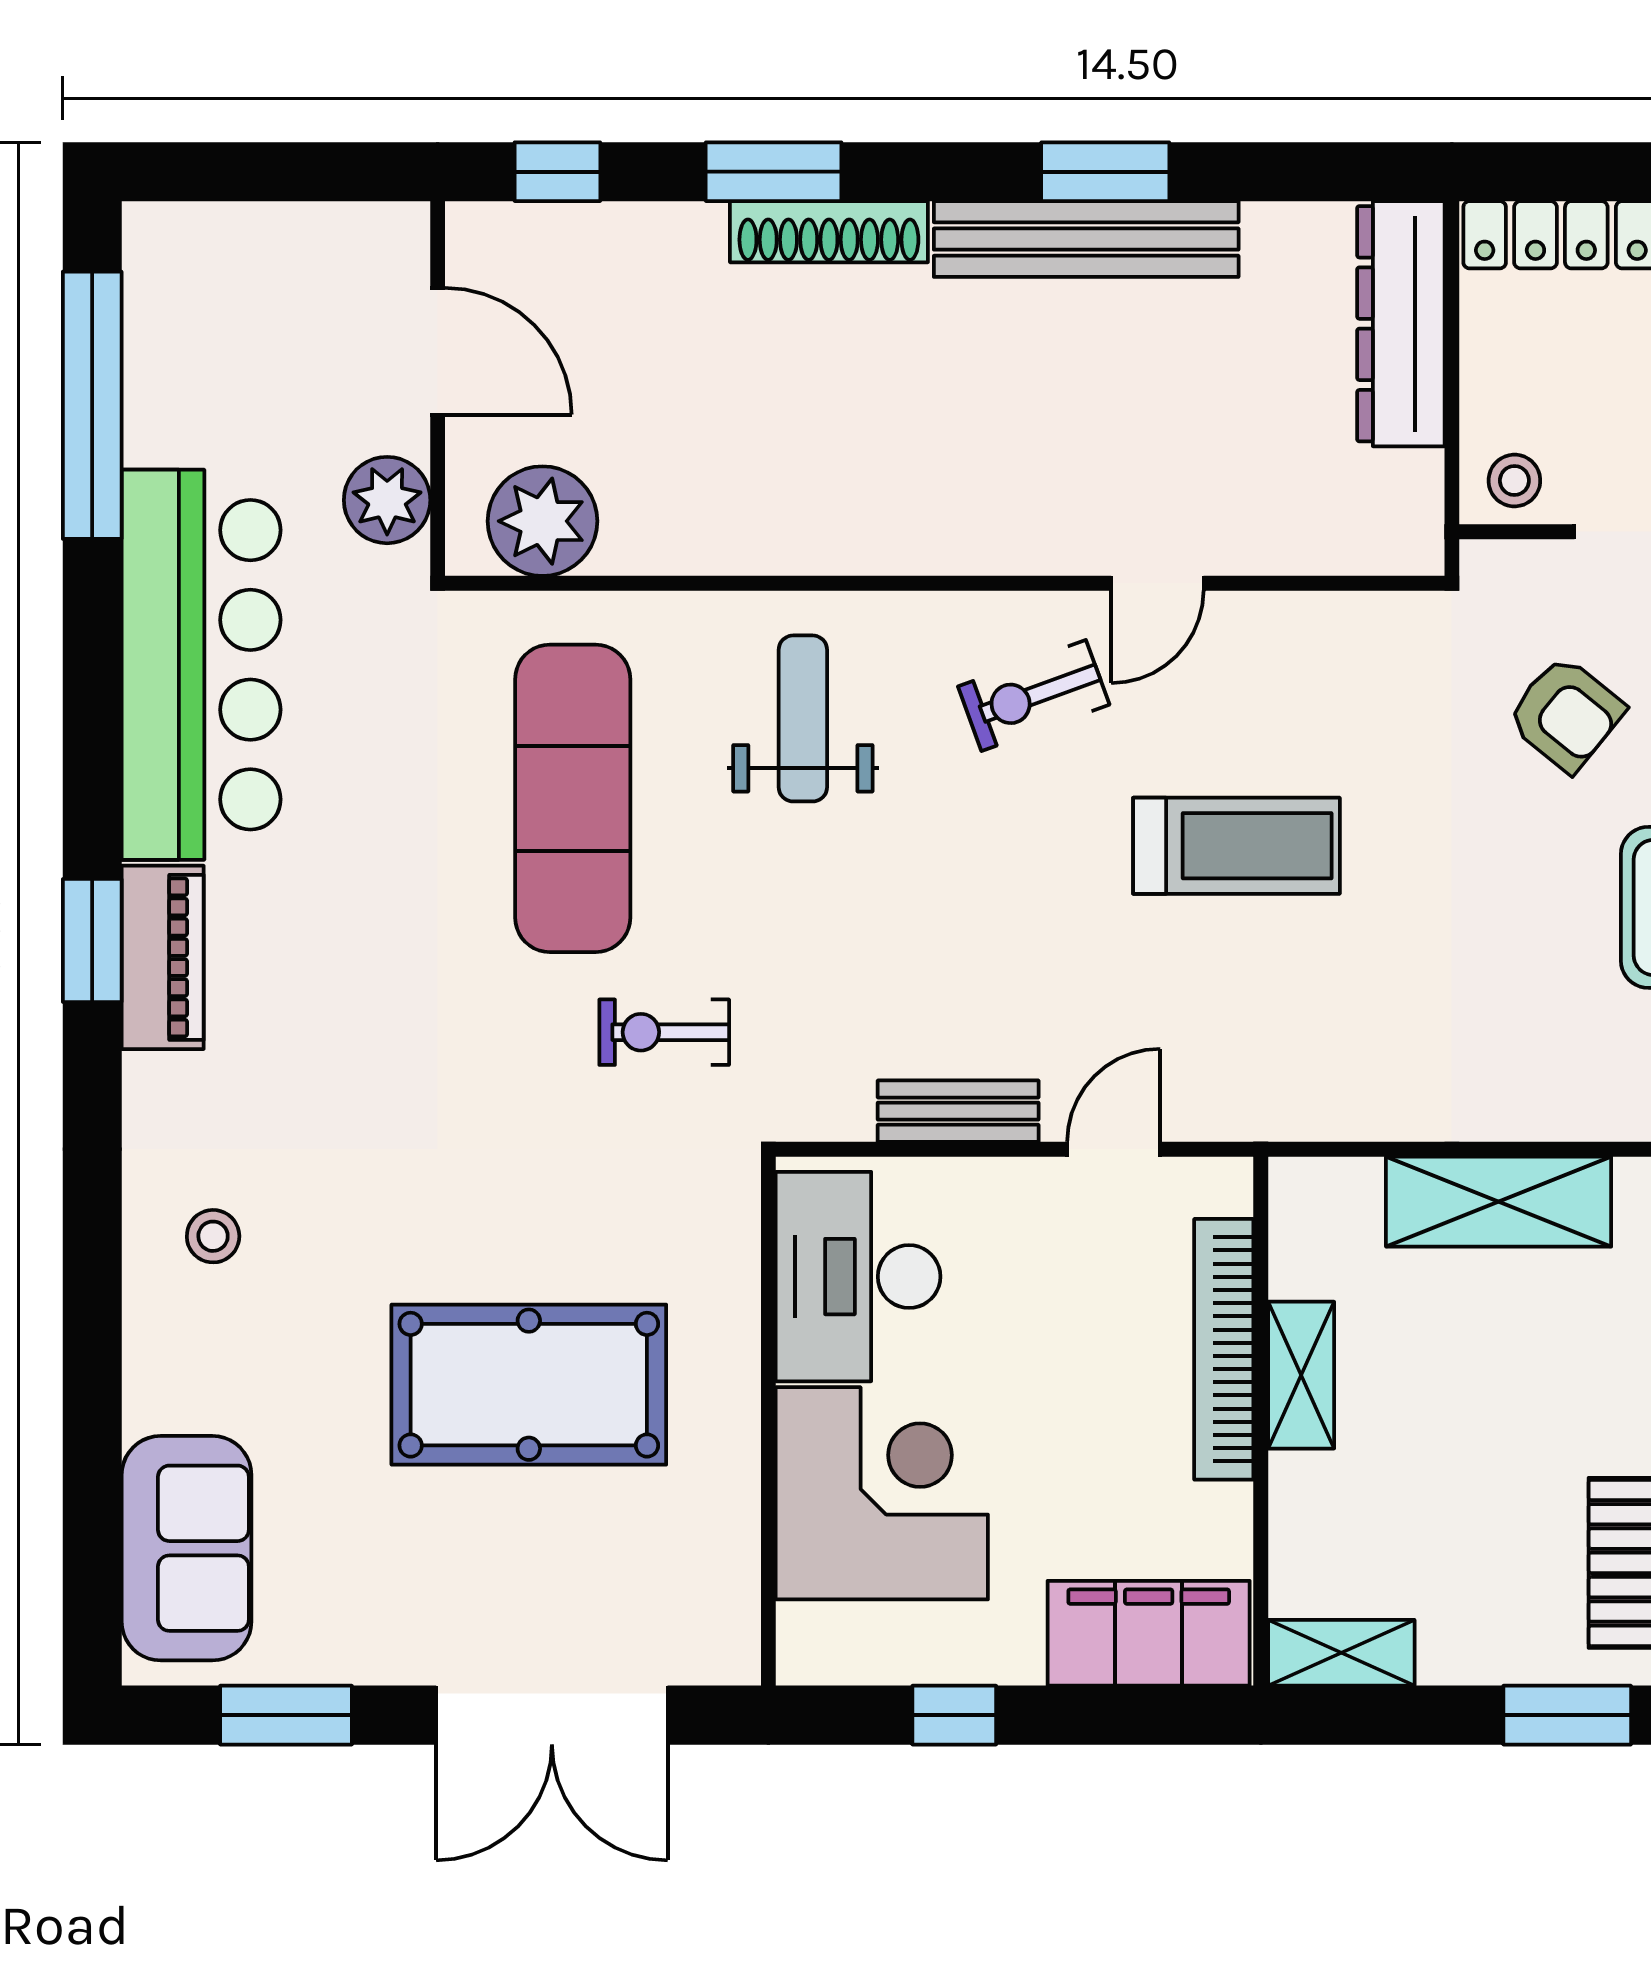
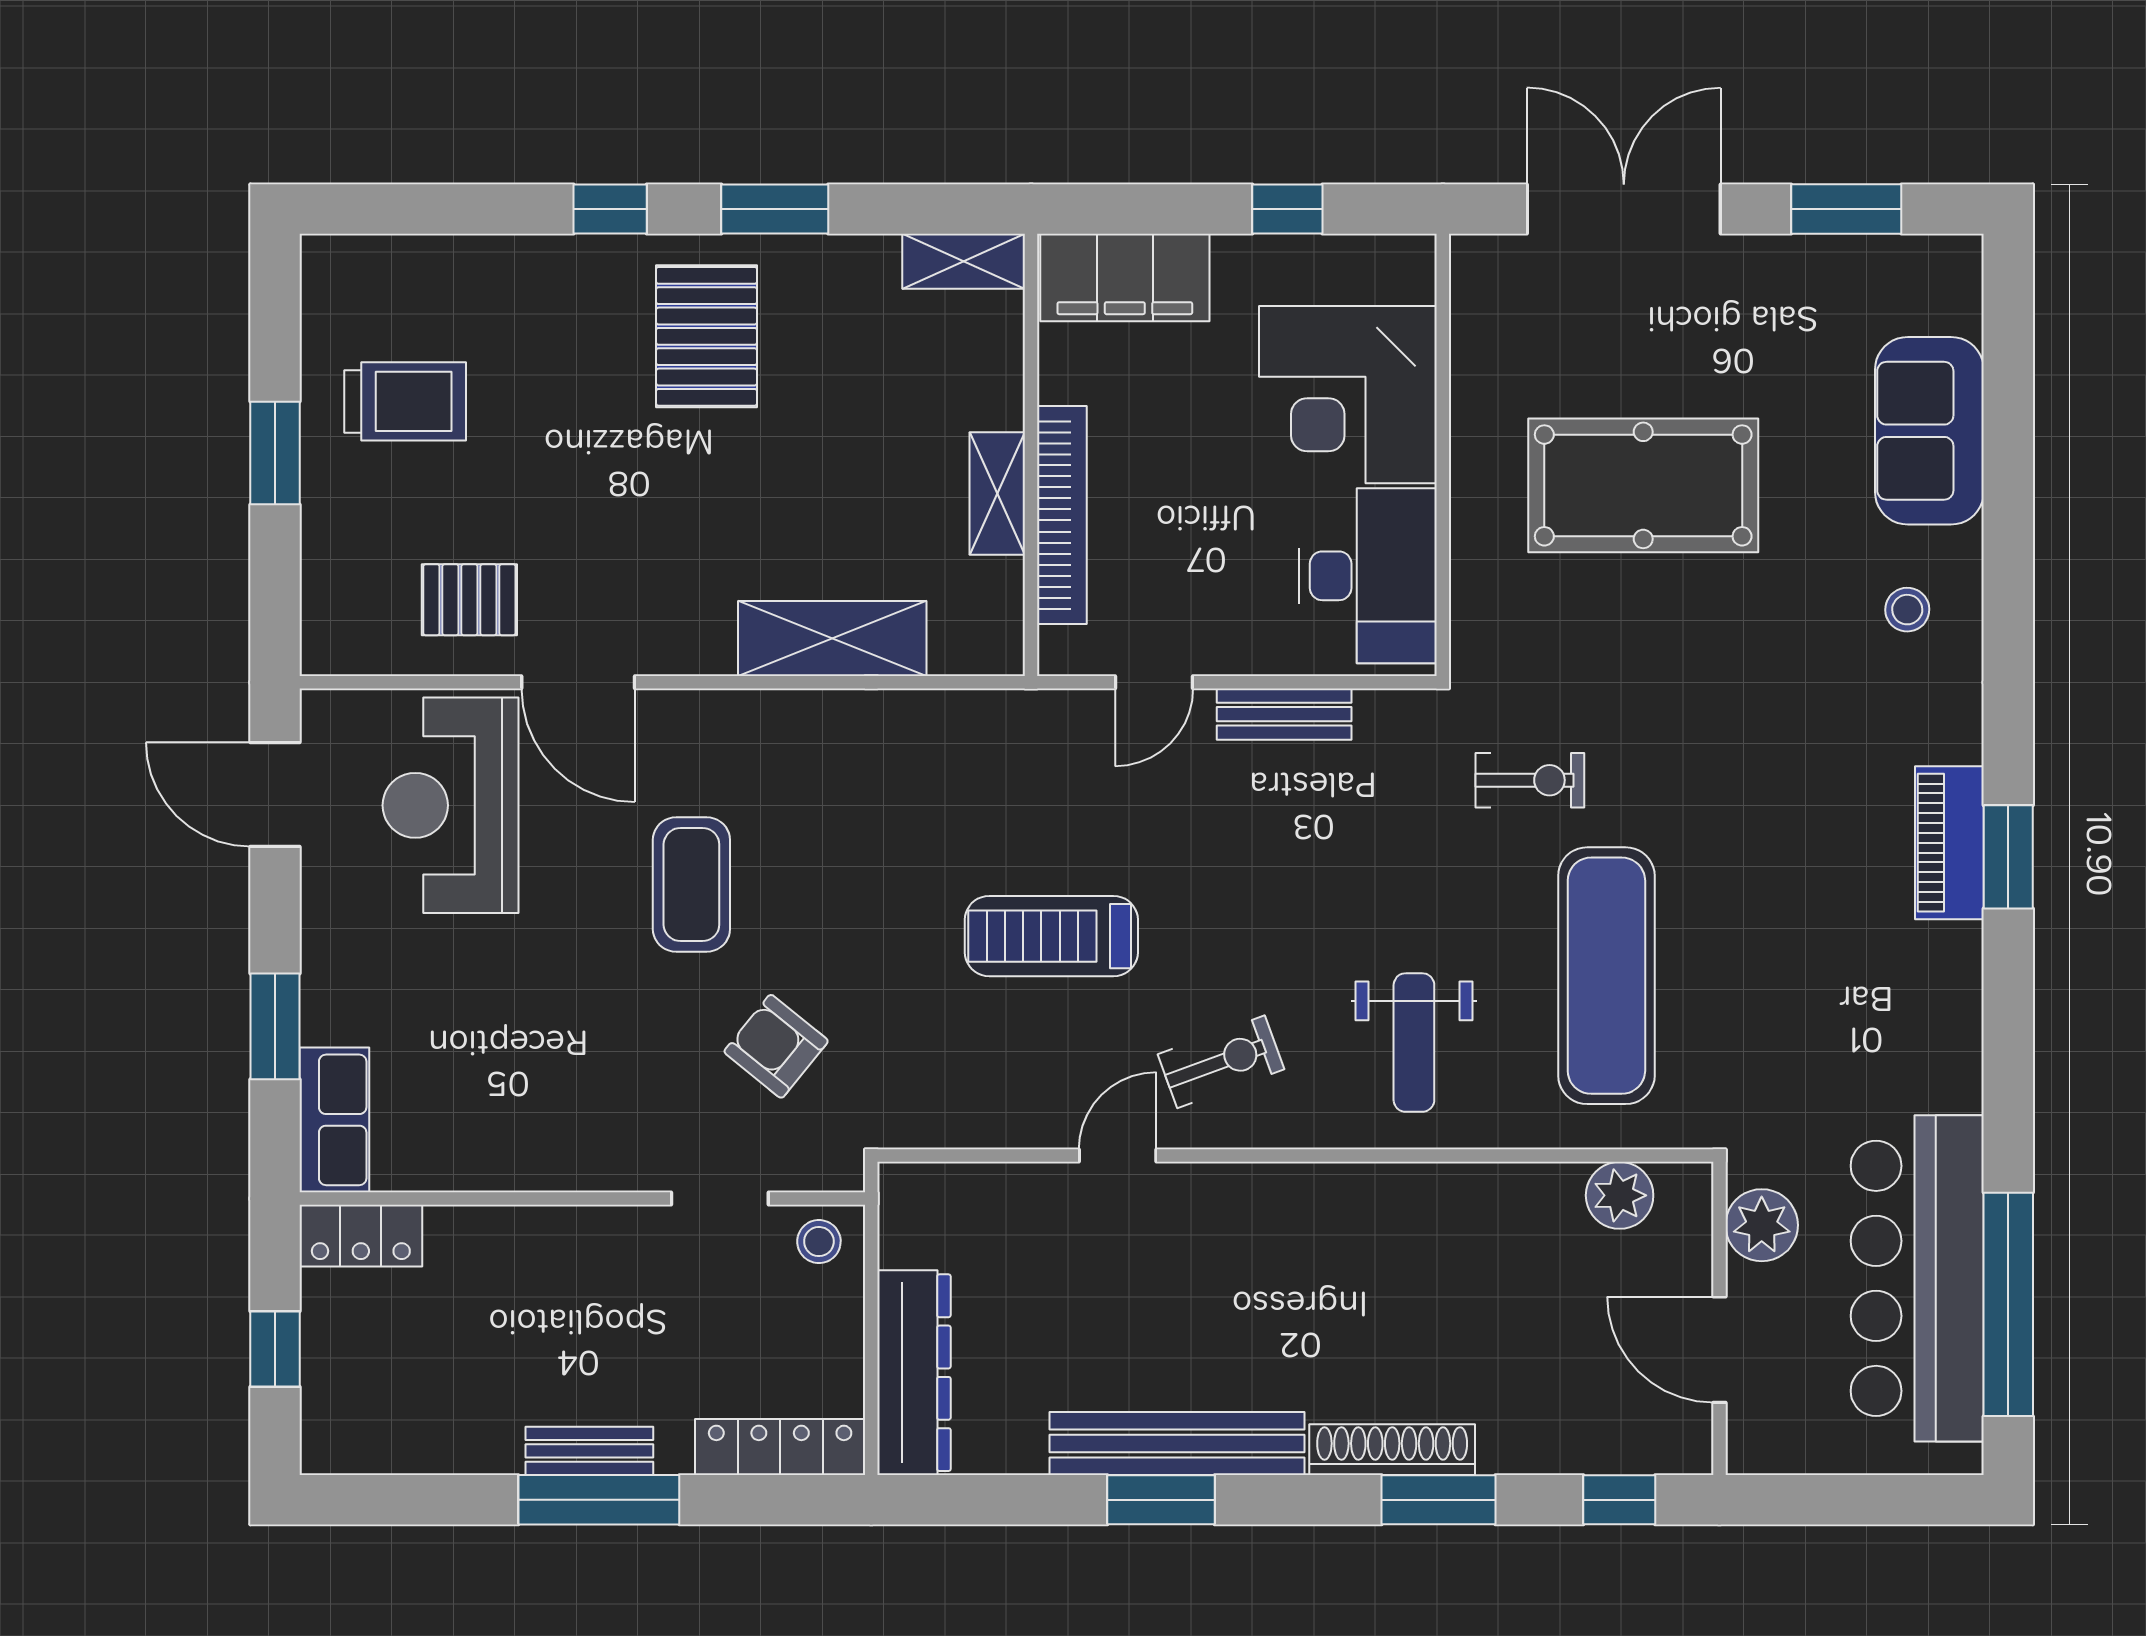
plant: (542, 521) -> (1620, 1195), width x0.73, depth x0.73
bar counter: (201, 665) -> (1917, 1278), moved
sofa: (187, 1548) -> (1929, 431), moved

